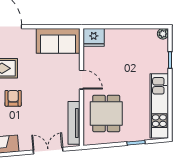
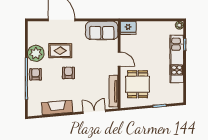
kitchen unit: (159, 106) -> (177, 59), moved

